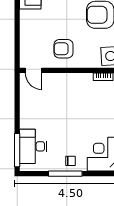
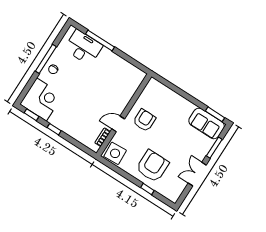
door: (34, 70) -> (118, 124), moved
window: (17, 150) -> (100, 40), moved

